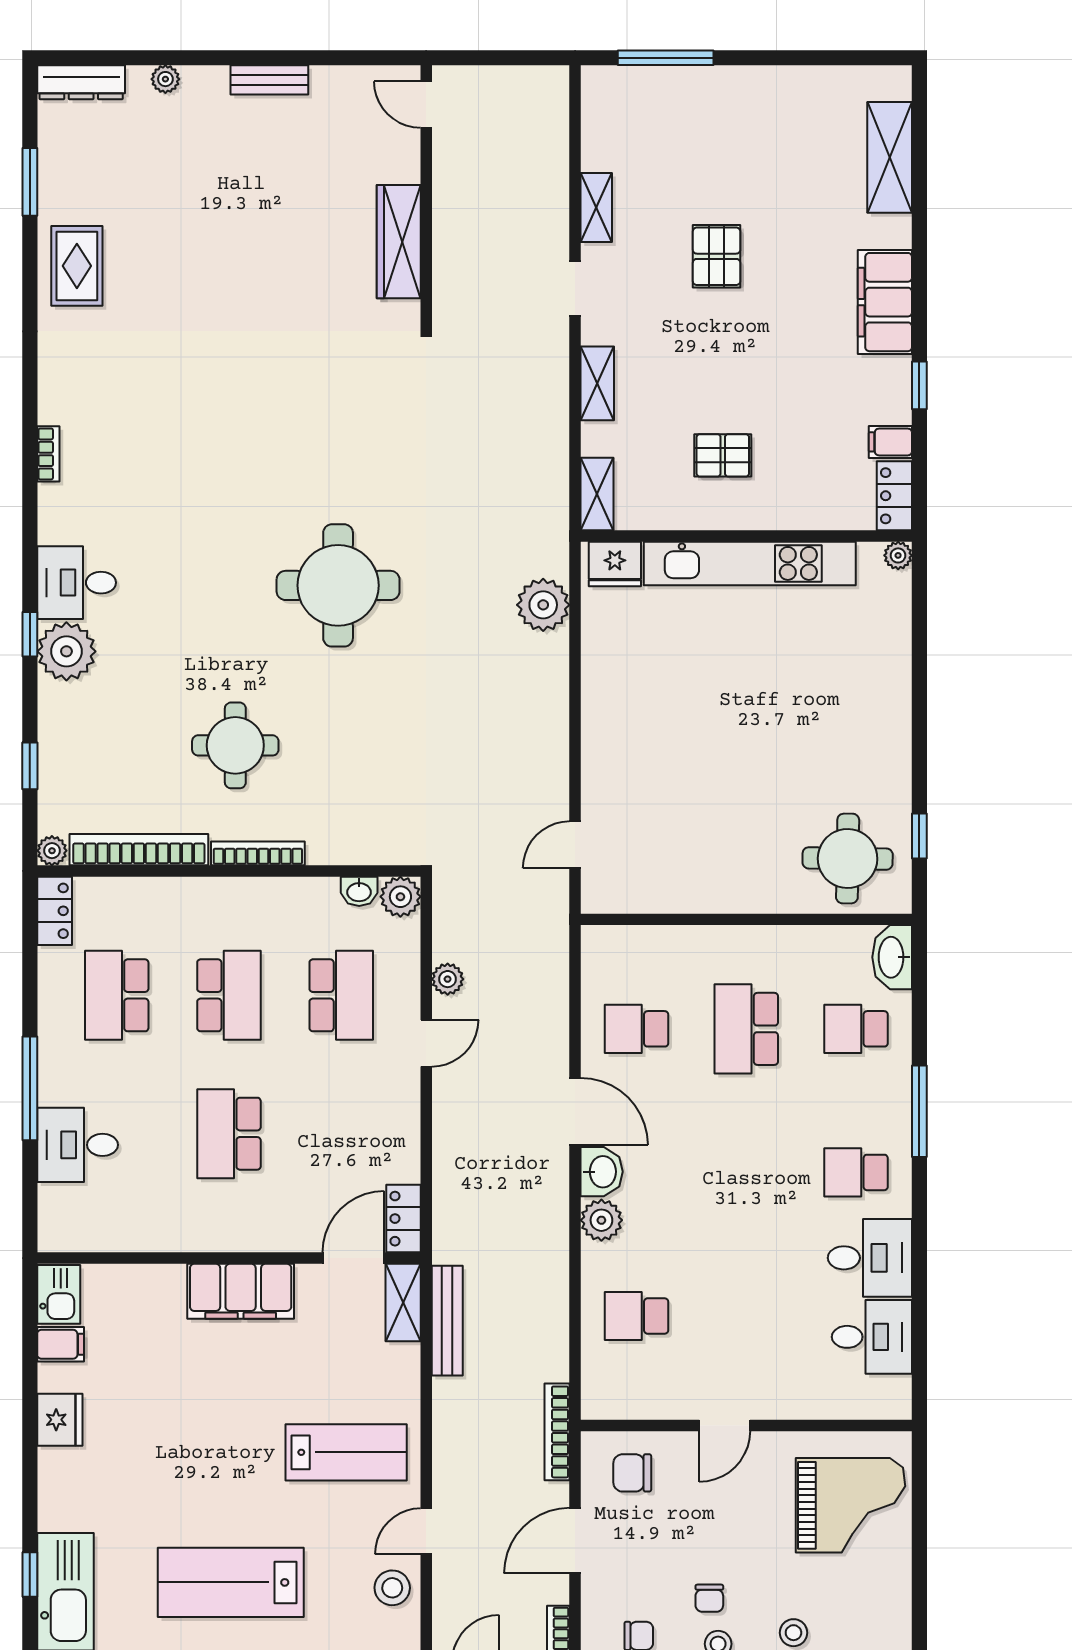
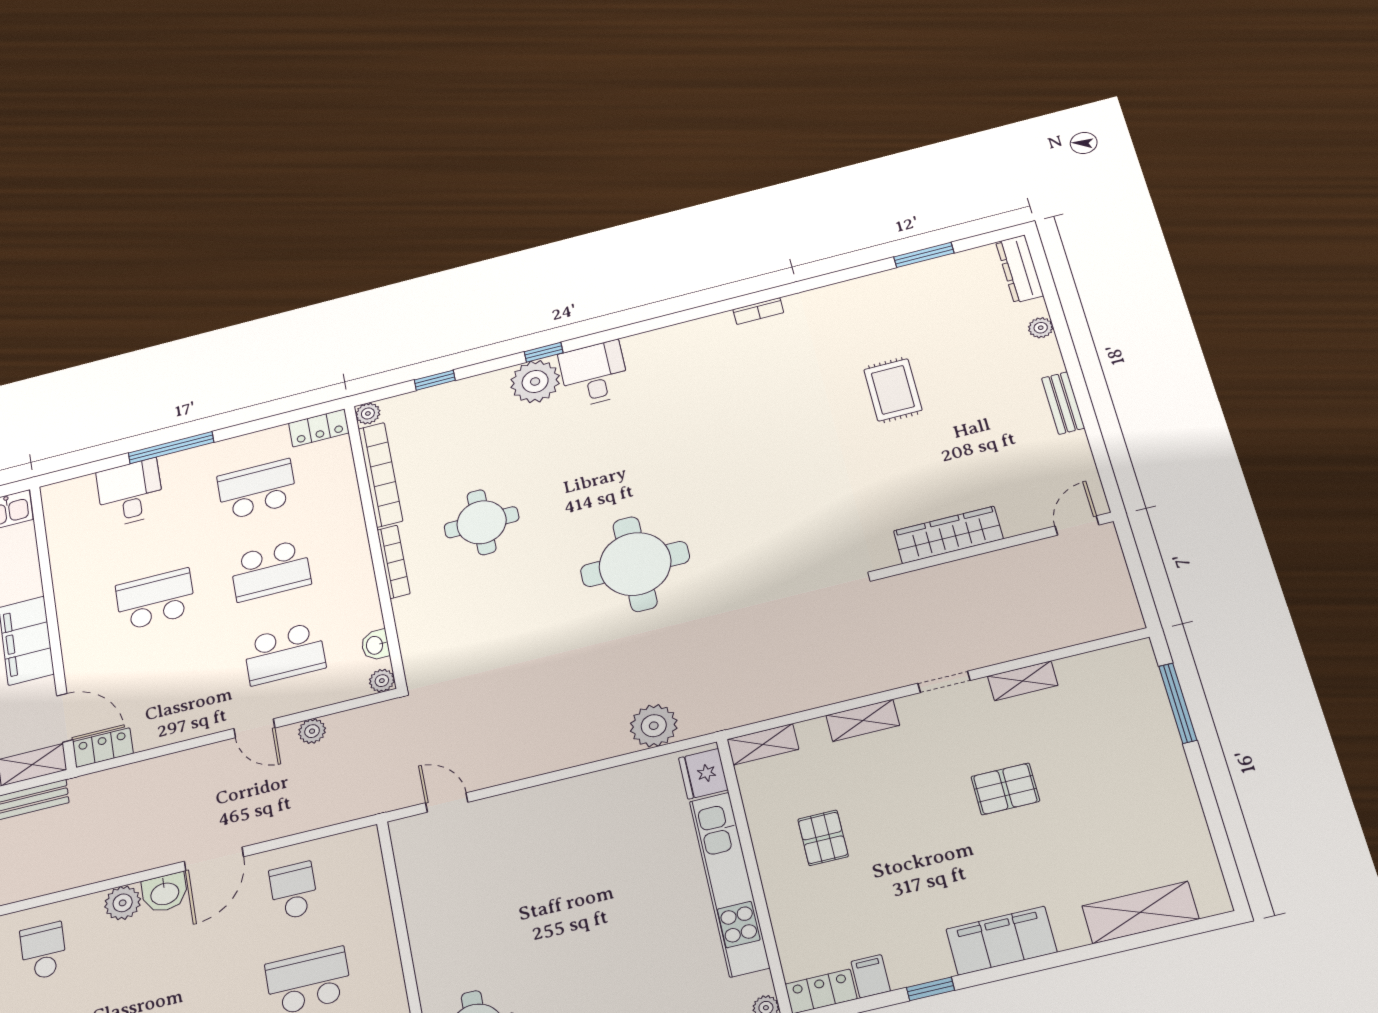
rug: (77, 266) -> (893, 390), moved, turned 90
bookcase: (48, 454) -> (758, 311), moved
plant: (400, 897) -> (382, 681), width x0.73, depth x0.73

